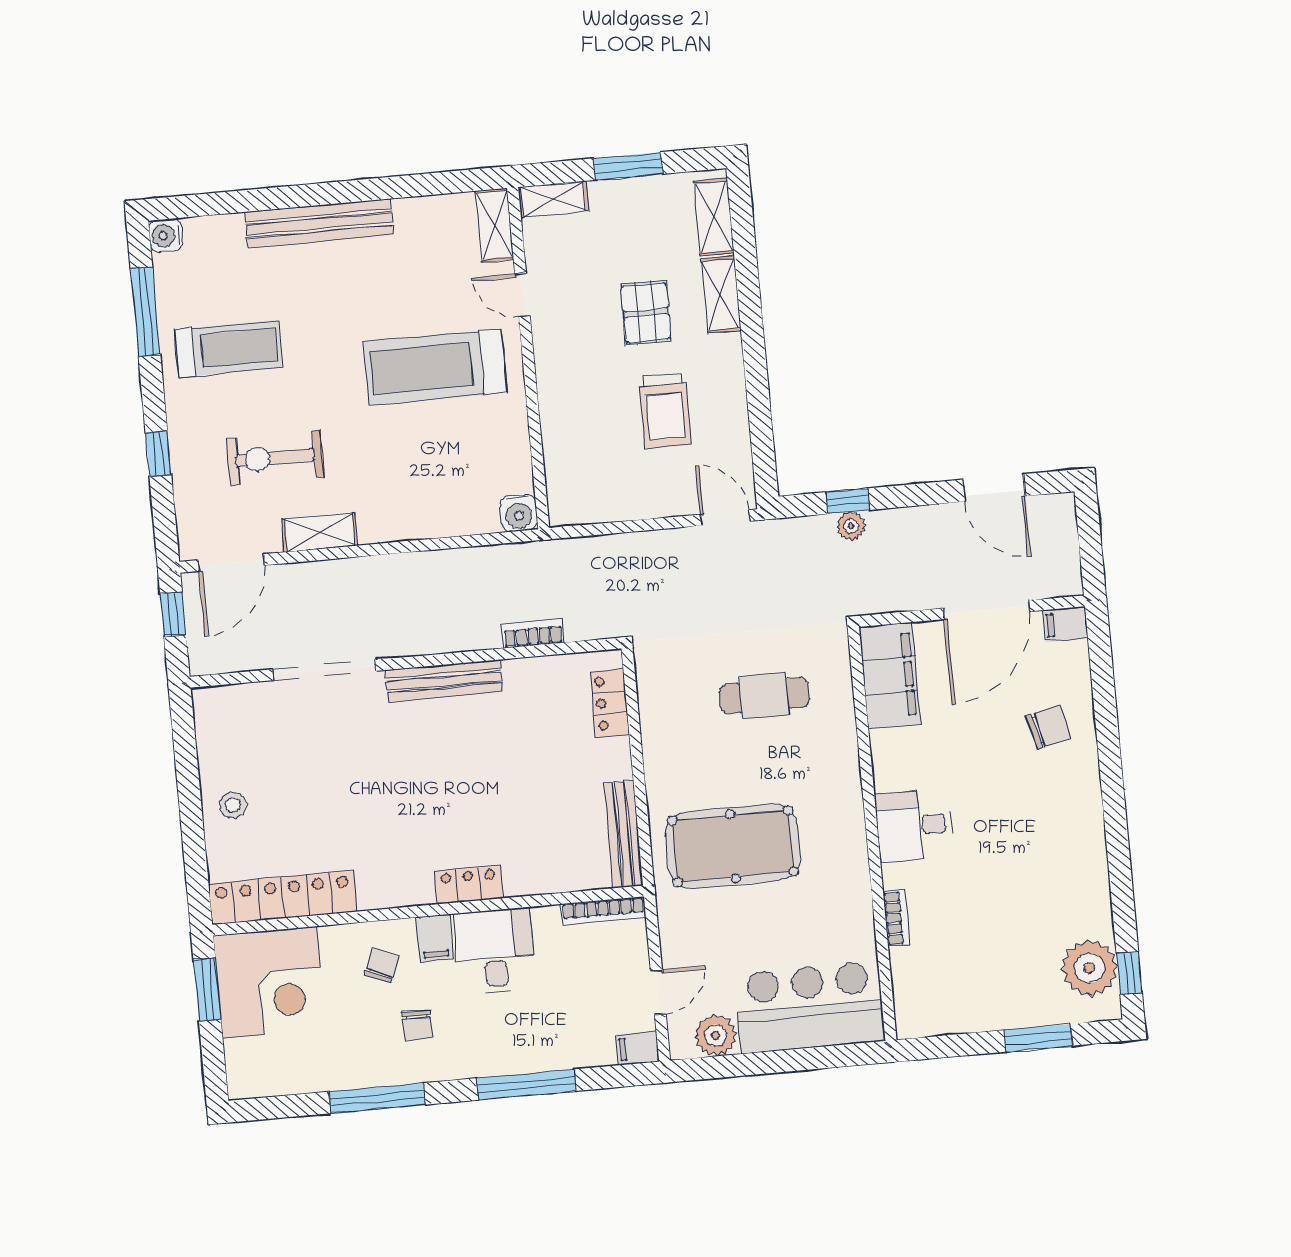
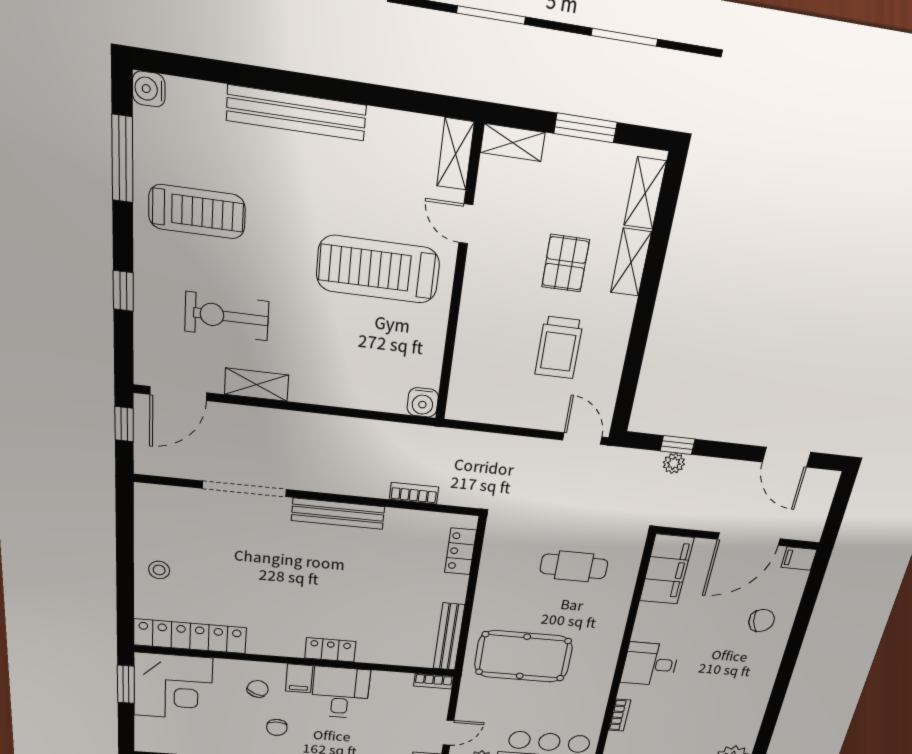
bookcase: (603, 911) -> (434, 681), width x0.64

